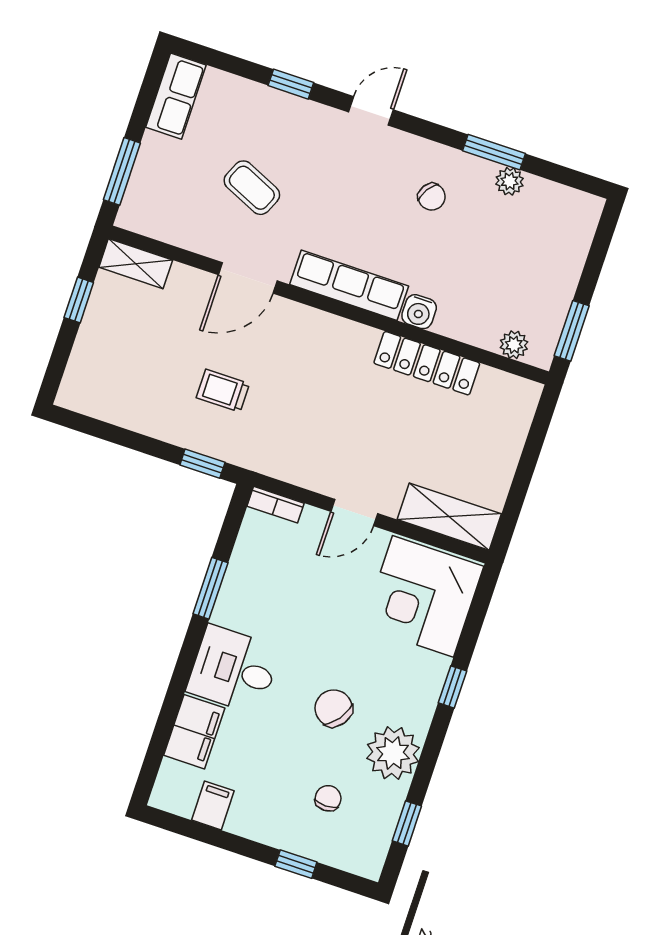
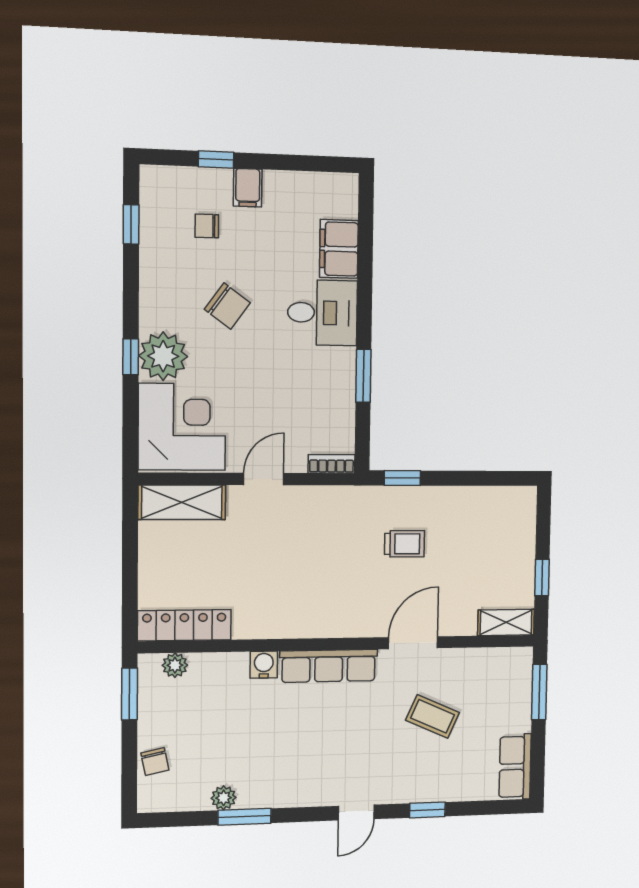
chair: (432, 197) -> (155, 762), moved, turned -135
locker: (427, 363) -> (184, 625), moved
plant: (393, 753) -> (163, 356), moved
chair: (328, 798) -> (207, 226), turned 90
filing cabinet: (213, 805) -> (248, 188), moved

